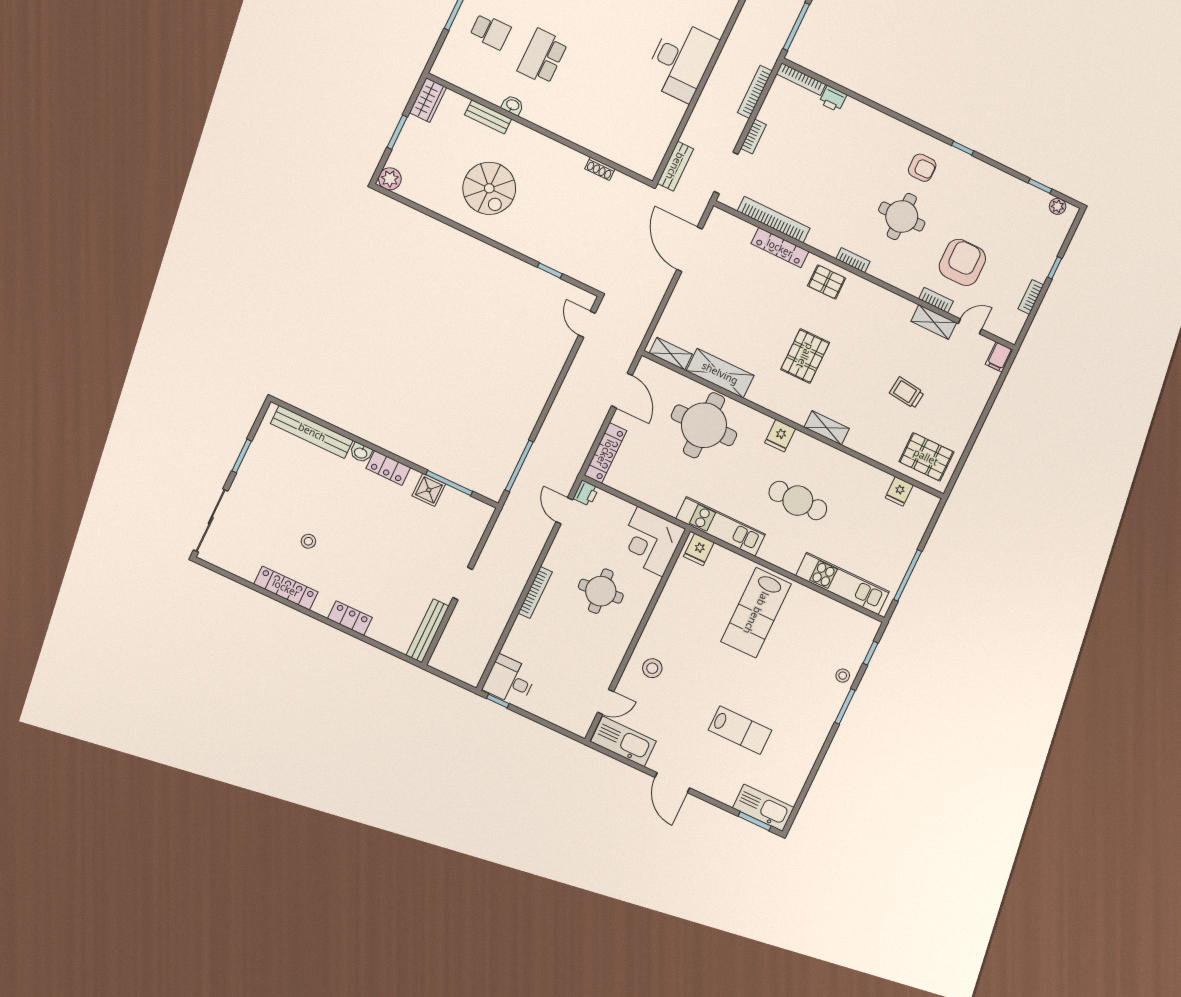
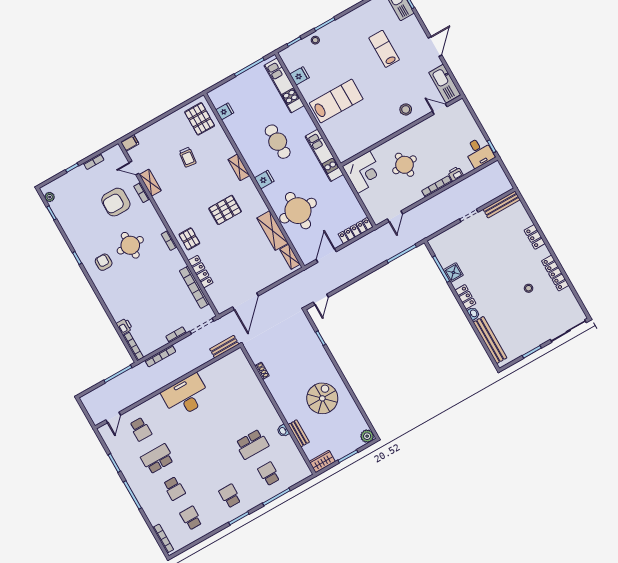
printer: (586, 493) -> (456, 174), moved
fridge: (699, 549) -> (300, 76), moved

